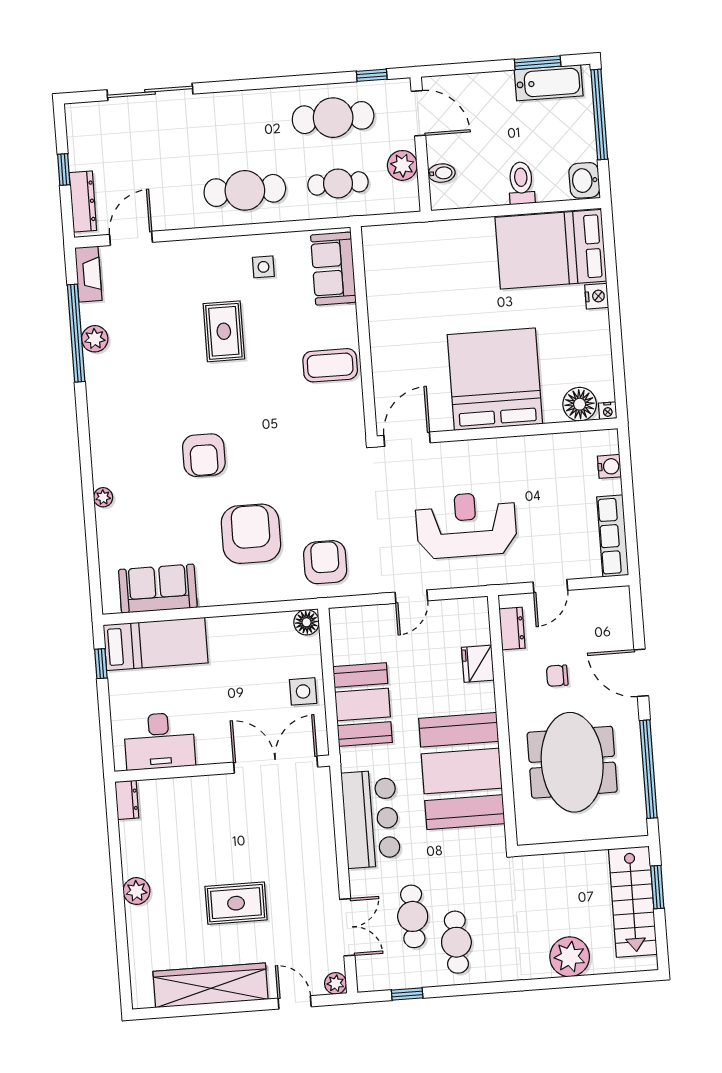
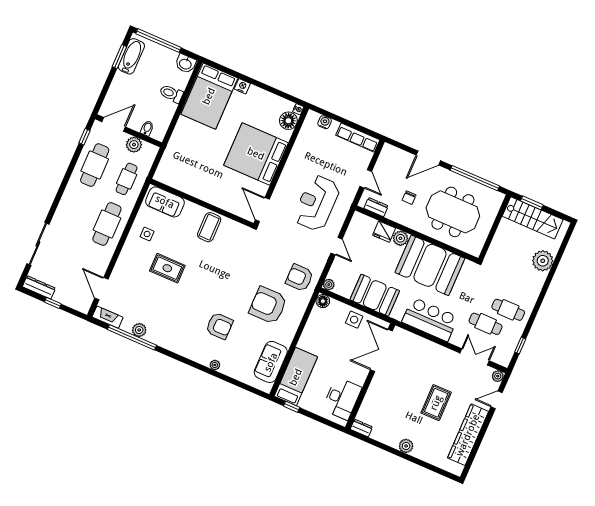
dresser: (83, 201) -> (39, 287), moved
armchair: (204, 455) -> (219, 326), moved
plant: (340, 618) -> (329, 285), added
plant: (481, 697) -> (400, 238), added

